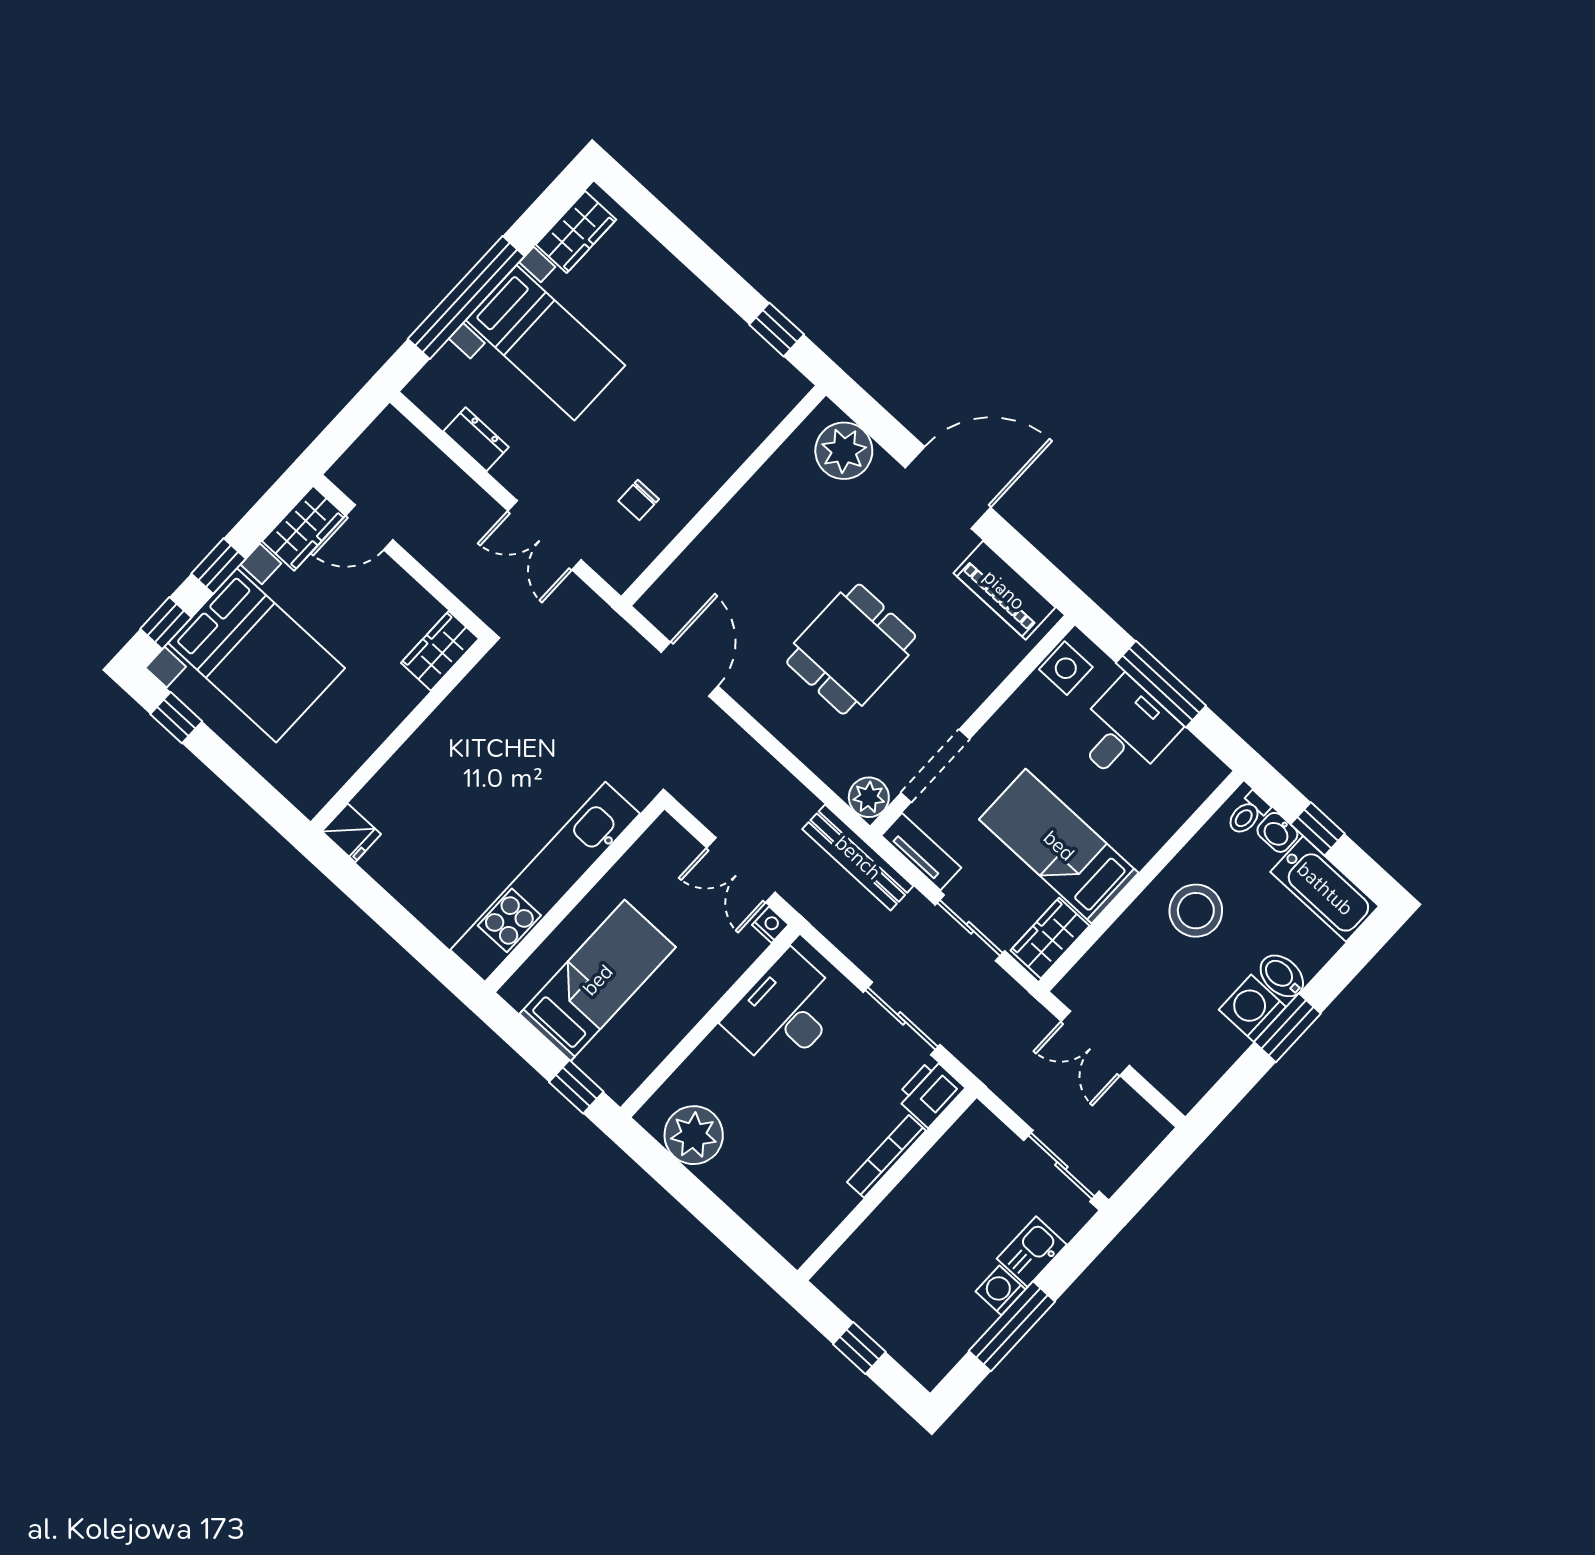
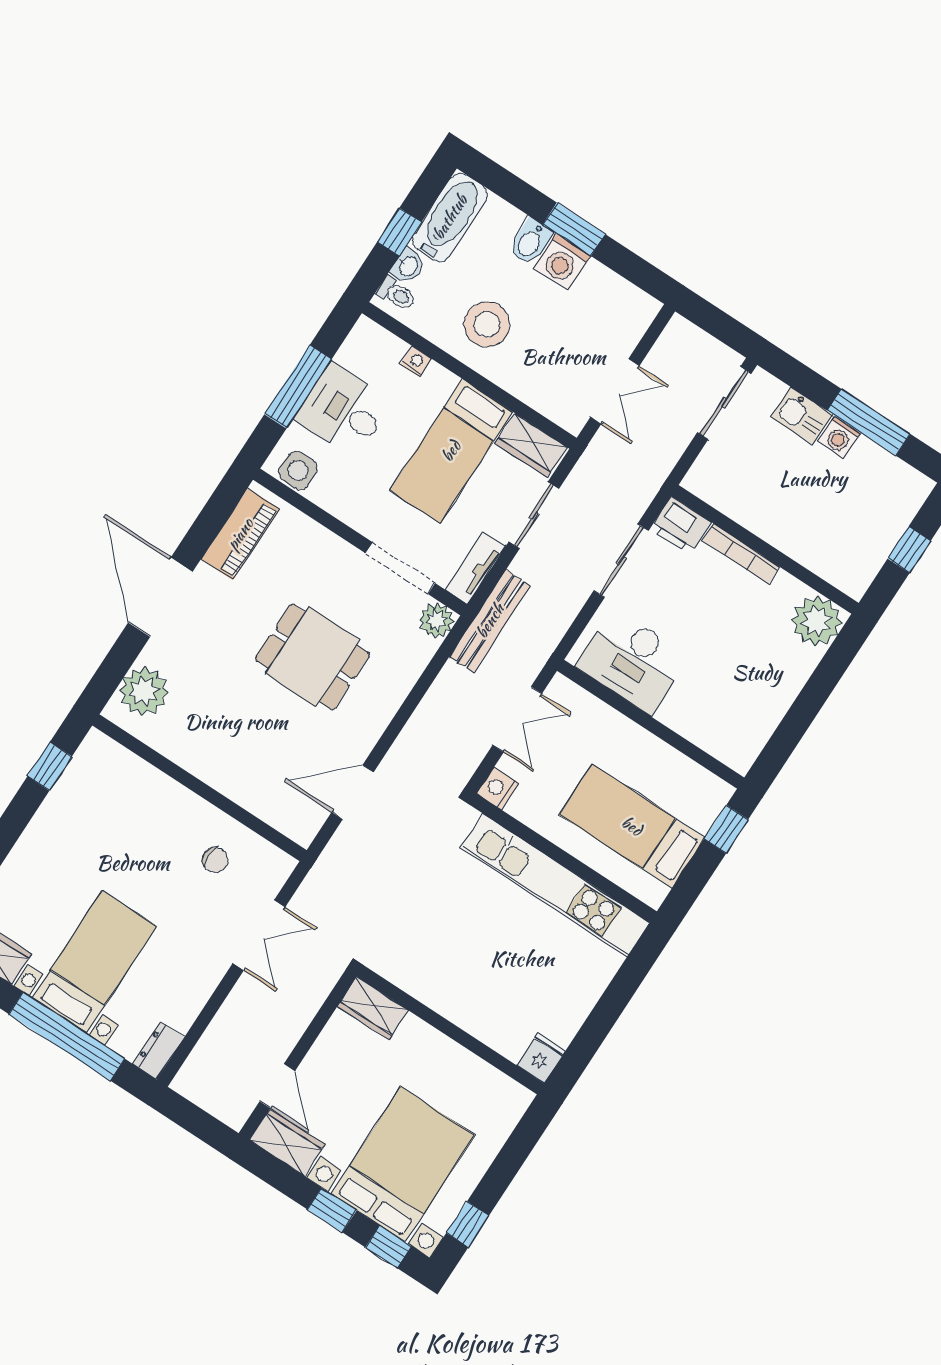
dresser: (476, 439) -> (159, 1050), moved
nightstand: (1167, 823) -> (416, 362), added
nightstand: (770, 925) -> (498, 788), moved, width x1.39, depth x1.35
plant: (694, 1135) -> (817, 621), moved

